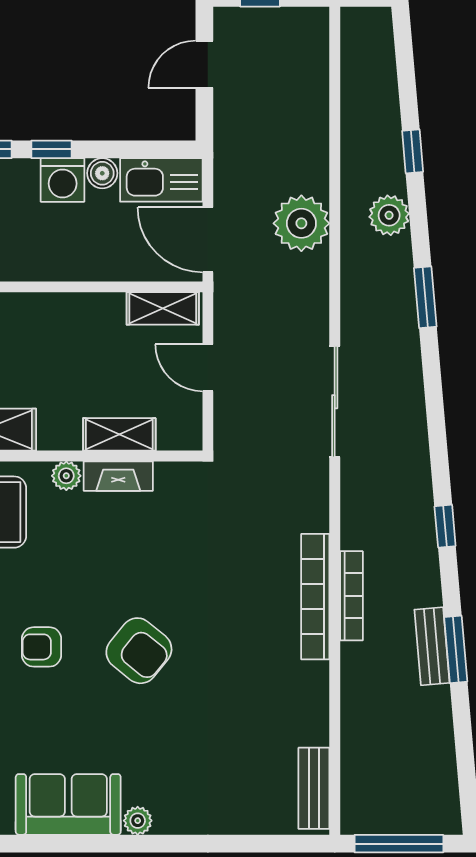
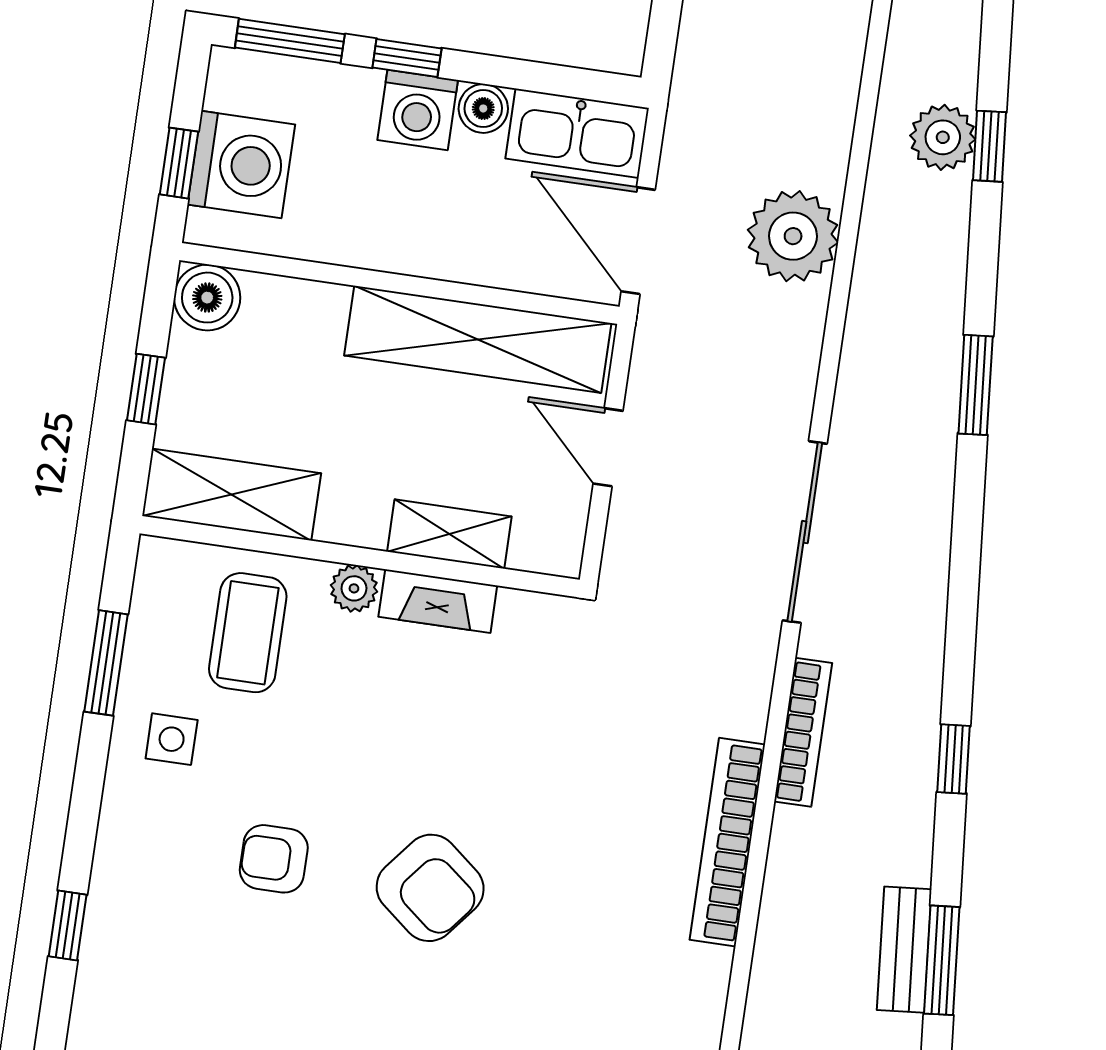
plant: (389, 215) -> (943, 137), moved
shelving: (163, 308) -> (478, 339), width x2.20, depth x1.33
bookcase: (351, 596) -> (803, 732), moved

